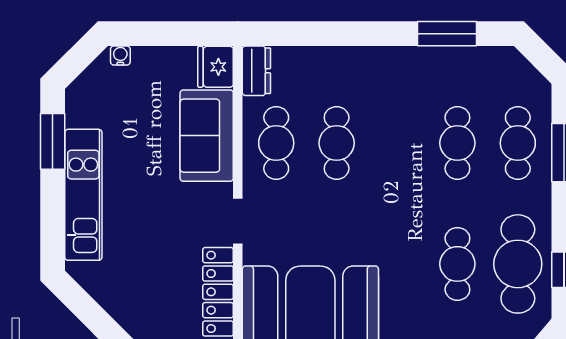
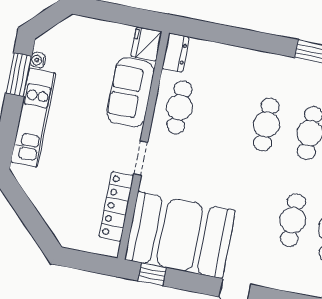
water cooler: (120, 56) -> (38, 60), moved, turned -90
cafe table: (337, 143) -> (266, 125), moved

